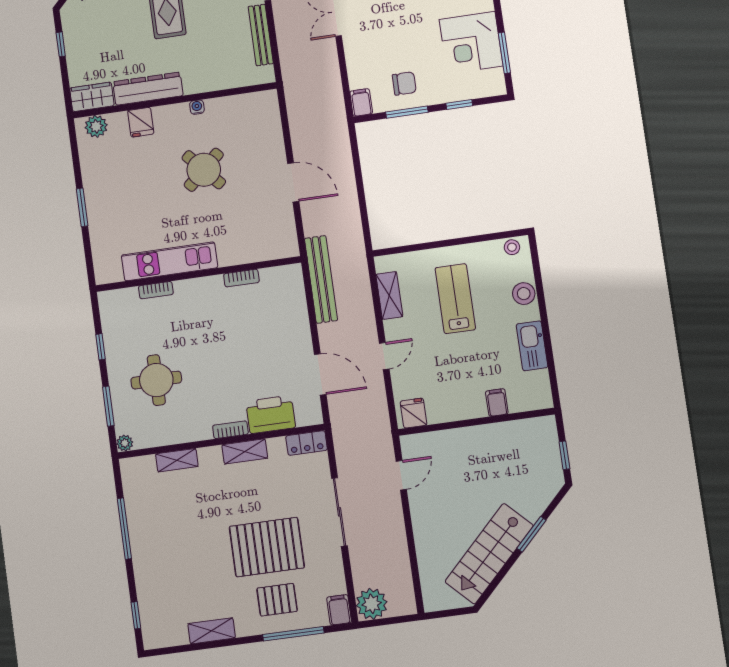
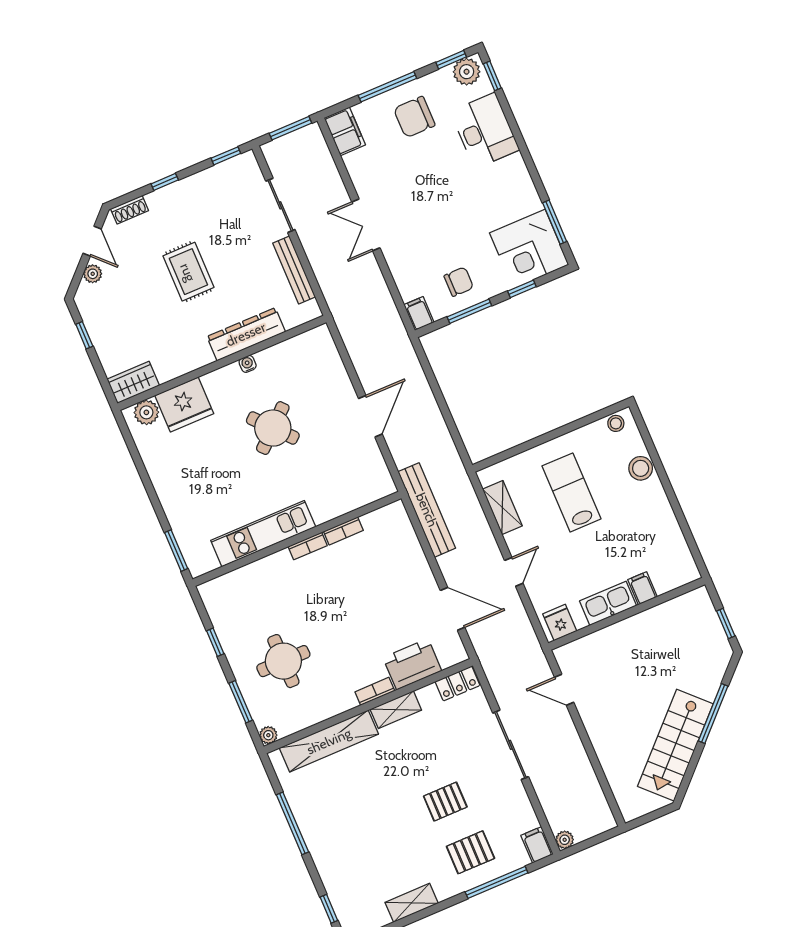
corner desk: (471, 43) -> (529, 249), moved
dresser: (148, 89) -> (246, 334), moved
fridge: (141, 122) -> (184, 405), width x1.88, depth x1.34
door: (293, 182) -> (370, 416), hinge flipped
window: (82, 207) -> (176, 551), moved
bookcase: (156, 290) -> (308, 546), moved
kitchen sink: (532, 346) -> (608, 603), moved, turned 90
shelving: (177, 460) -> (329, 741), width x2.20, depth x1.33
door: (401, 475) -> (564, 690), swing flipped
window: (531, 534) -> (713, 713), width x1.44
pallet: (267, 547) -> (445, 802), width x0.49, depth x0.50
plant: (372, 604) -> (565, 840), width x0.53, depth x0.53

